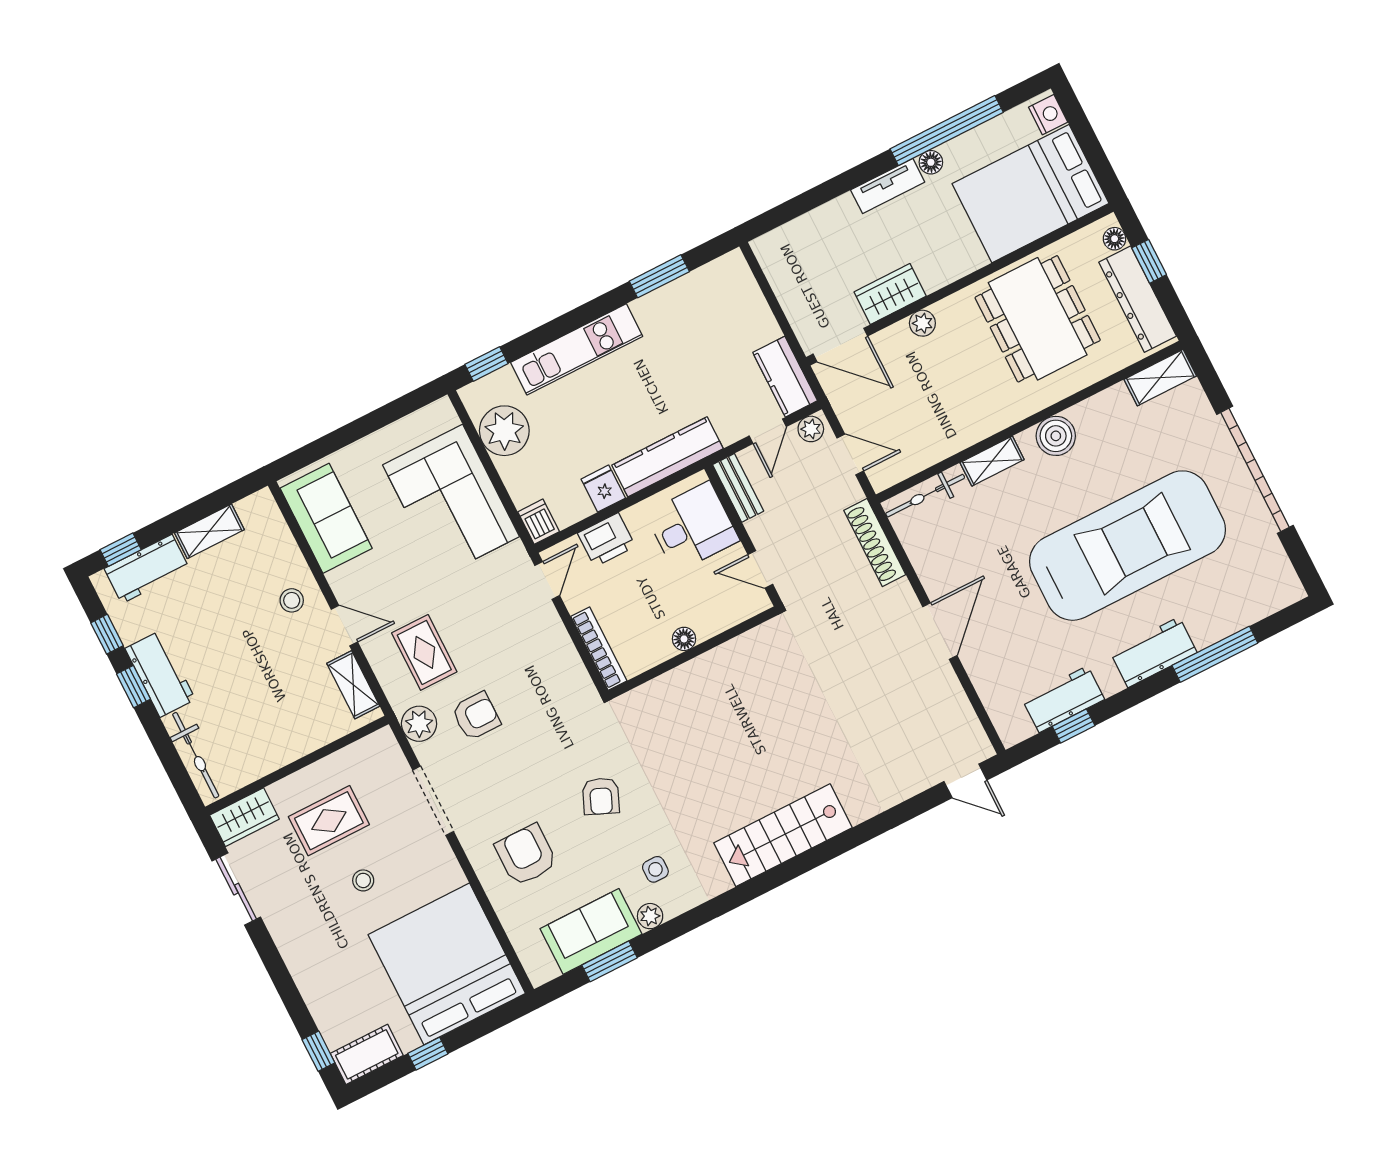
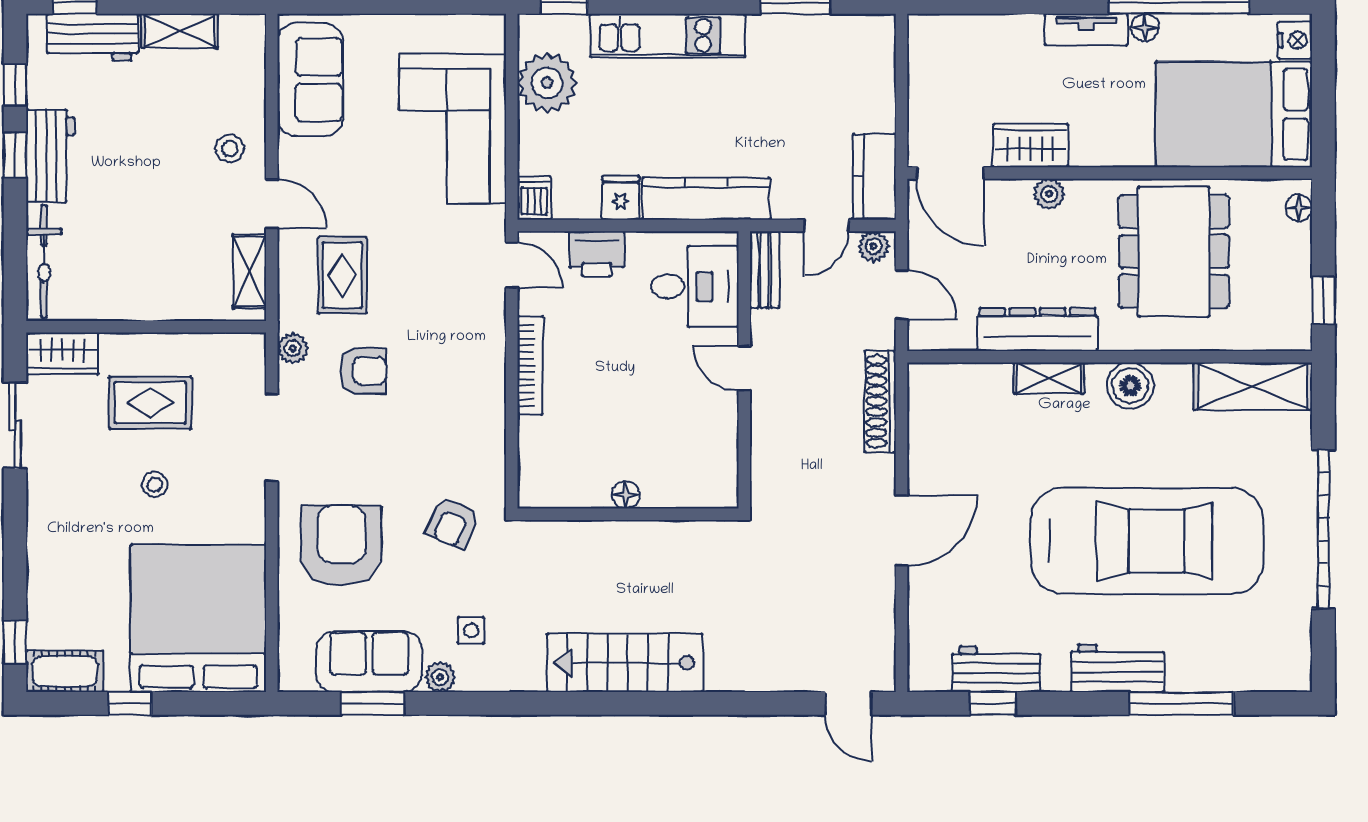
window: (1149, 261) -> (1323, 301), moved
dresser: (1138, 299) -> (1037, 330), moved, turned 90
shelving: (1160, 378) -> (1253, 386), width x1.50, depth x1.33
bicycle: (925, 496) -> (959, 379), removed
door: (547, 580) -> (512, 265), hinge flipped
floor lamp: (684, 639) -> (626, 495), moved
wall: (693, 653) -> (628, 514), moved
plant: (419, 724) -> (293, 348), width x0.73, depth x0.73
armchair: (526, 855) -> (341, 545), width x1.36, depth x1.36

